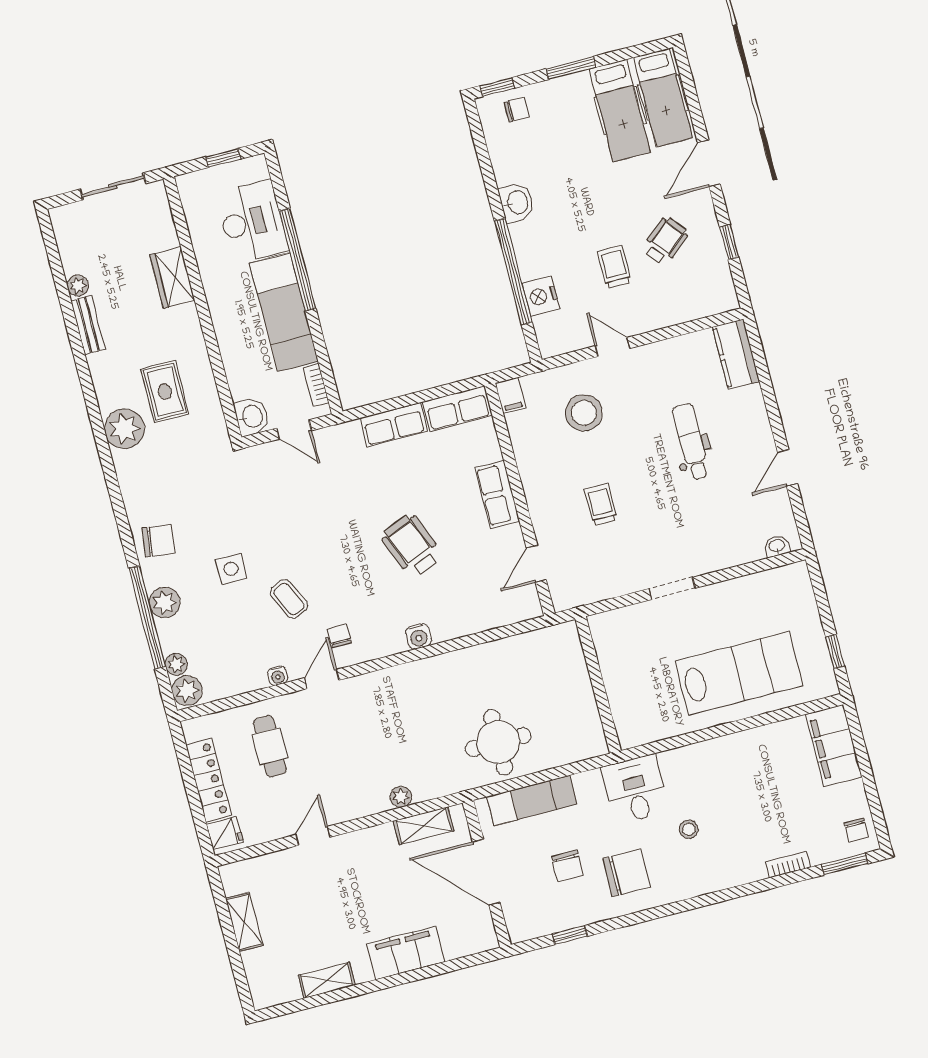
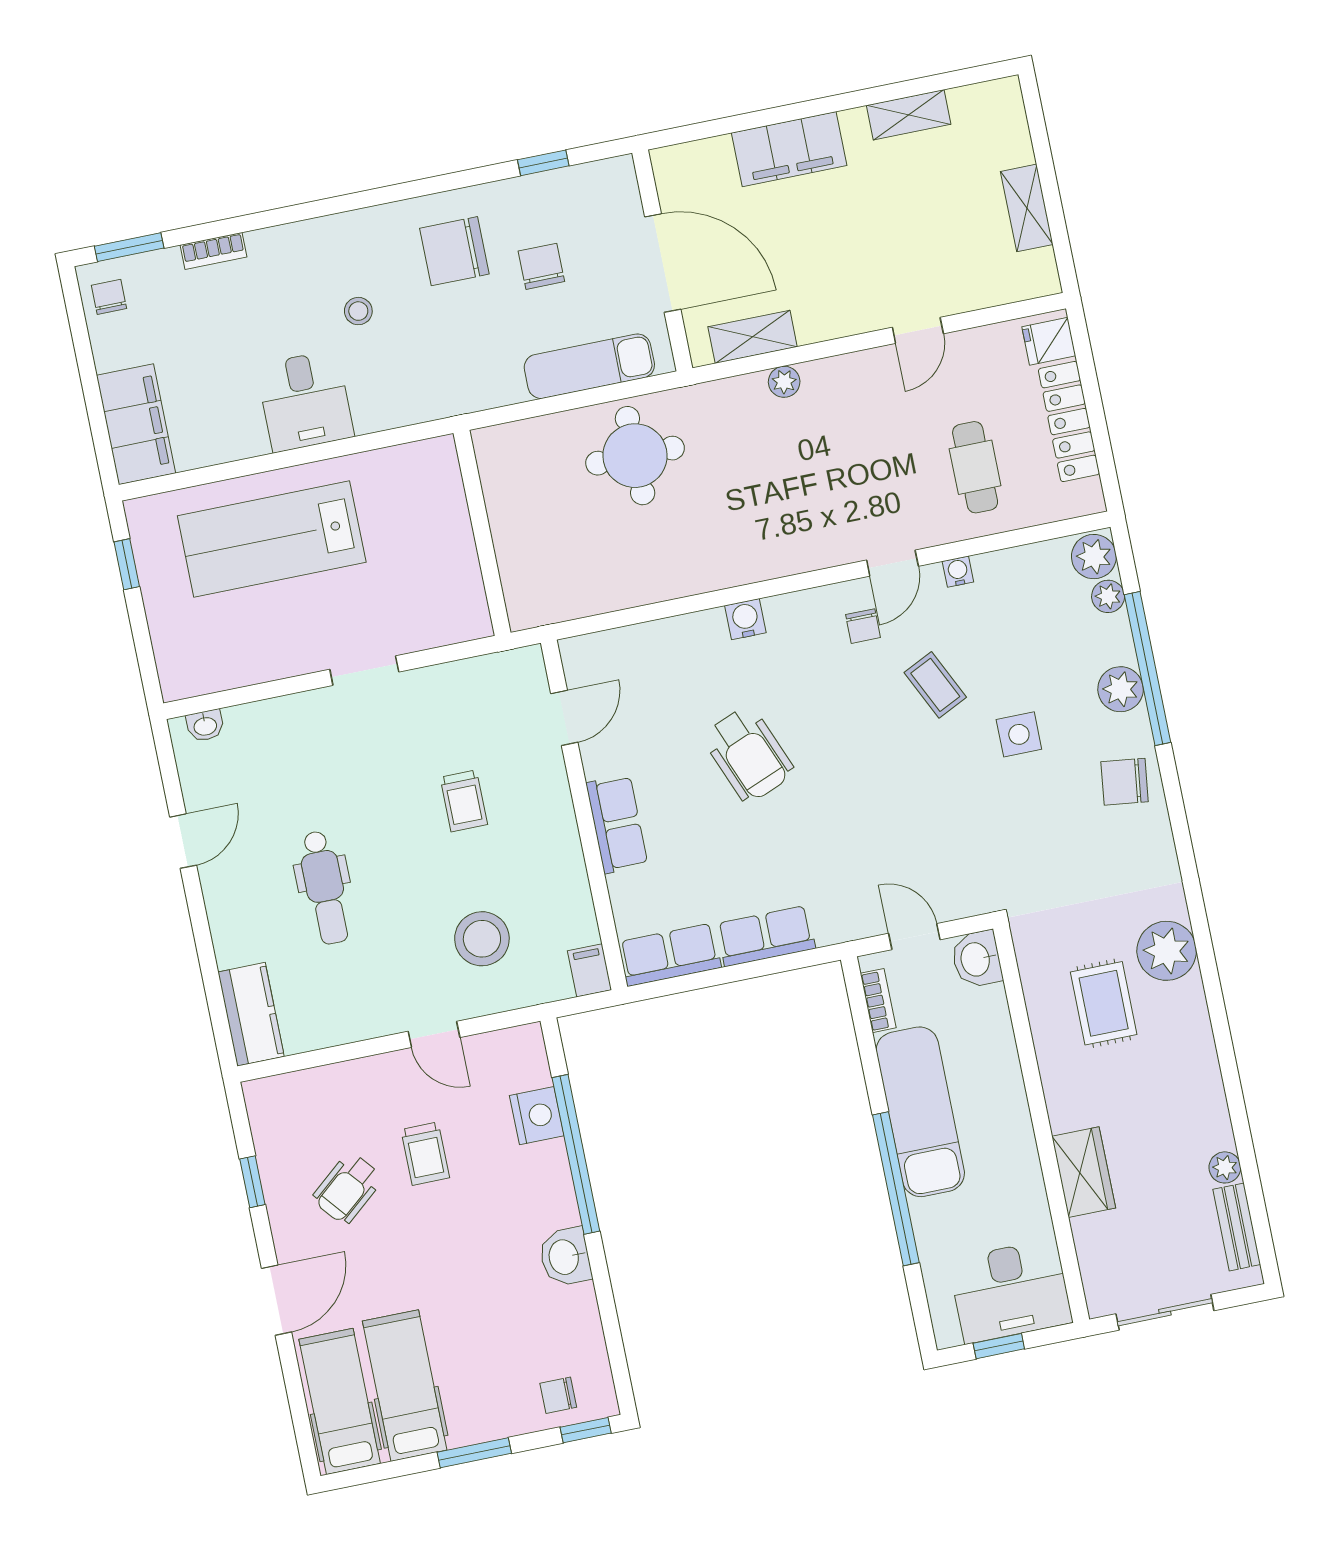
desk: (252, 222) -> (1010, 1291), moved, turned -90
bench: (88, 325) -> (1237, 1227), moved
desk: (635, 789) -> (305, 401), moved

